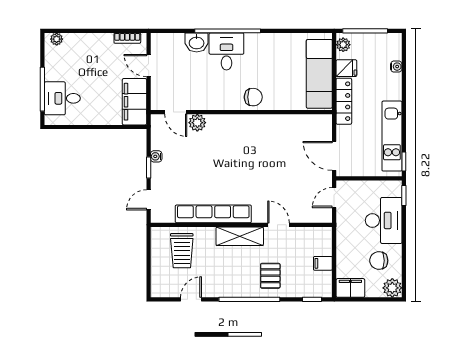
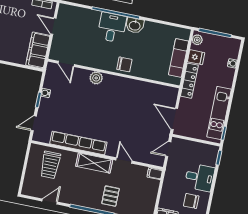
washbasin: (197, 42) -> (135, 25), moved
exam couch: (319, 74) -> (179, 58), width x0.73, depth x0.69
plant: (197, 123) -> (96, 78), moved
desk: (384, 220) -> (200, 177), width x0.73
filing cabinet: (323, 263) -> (155, 173), moved

